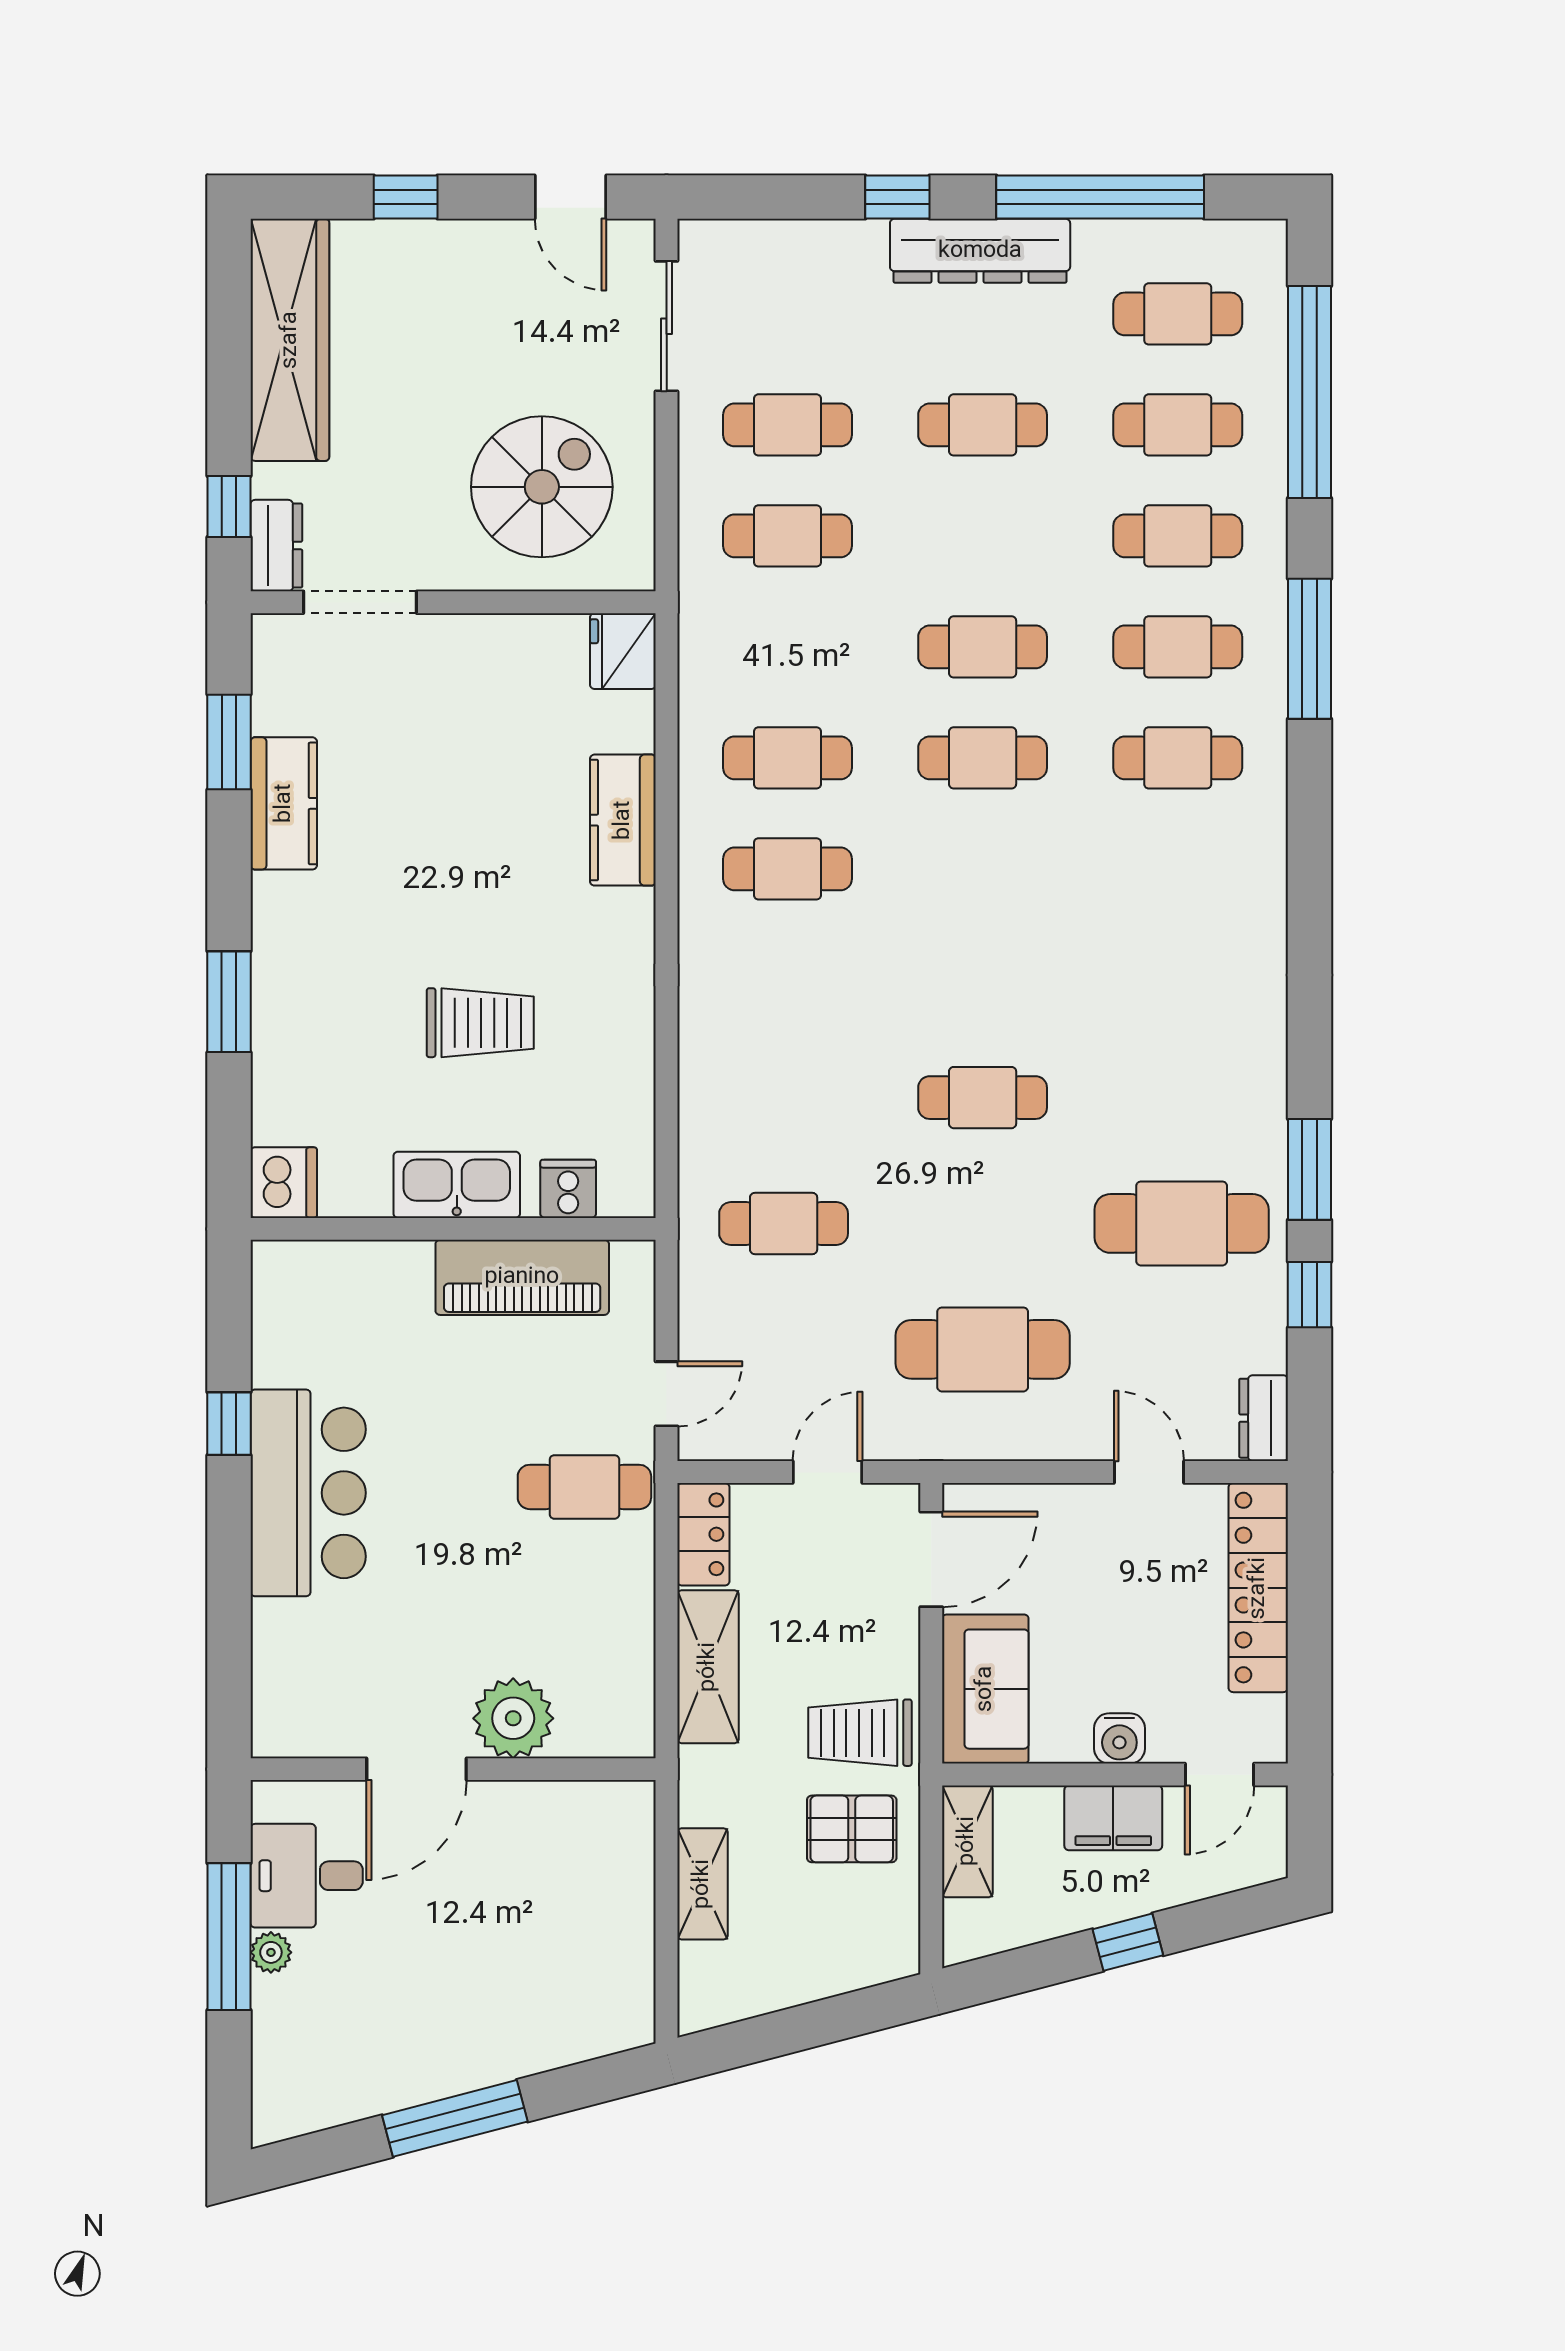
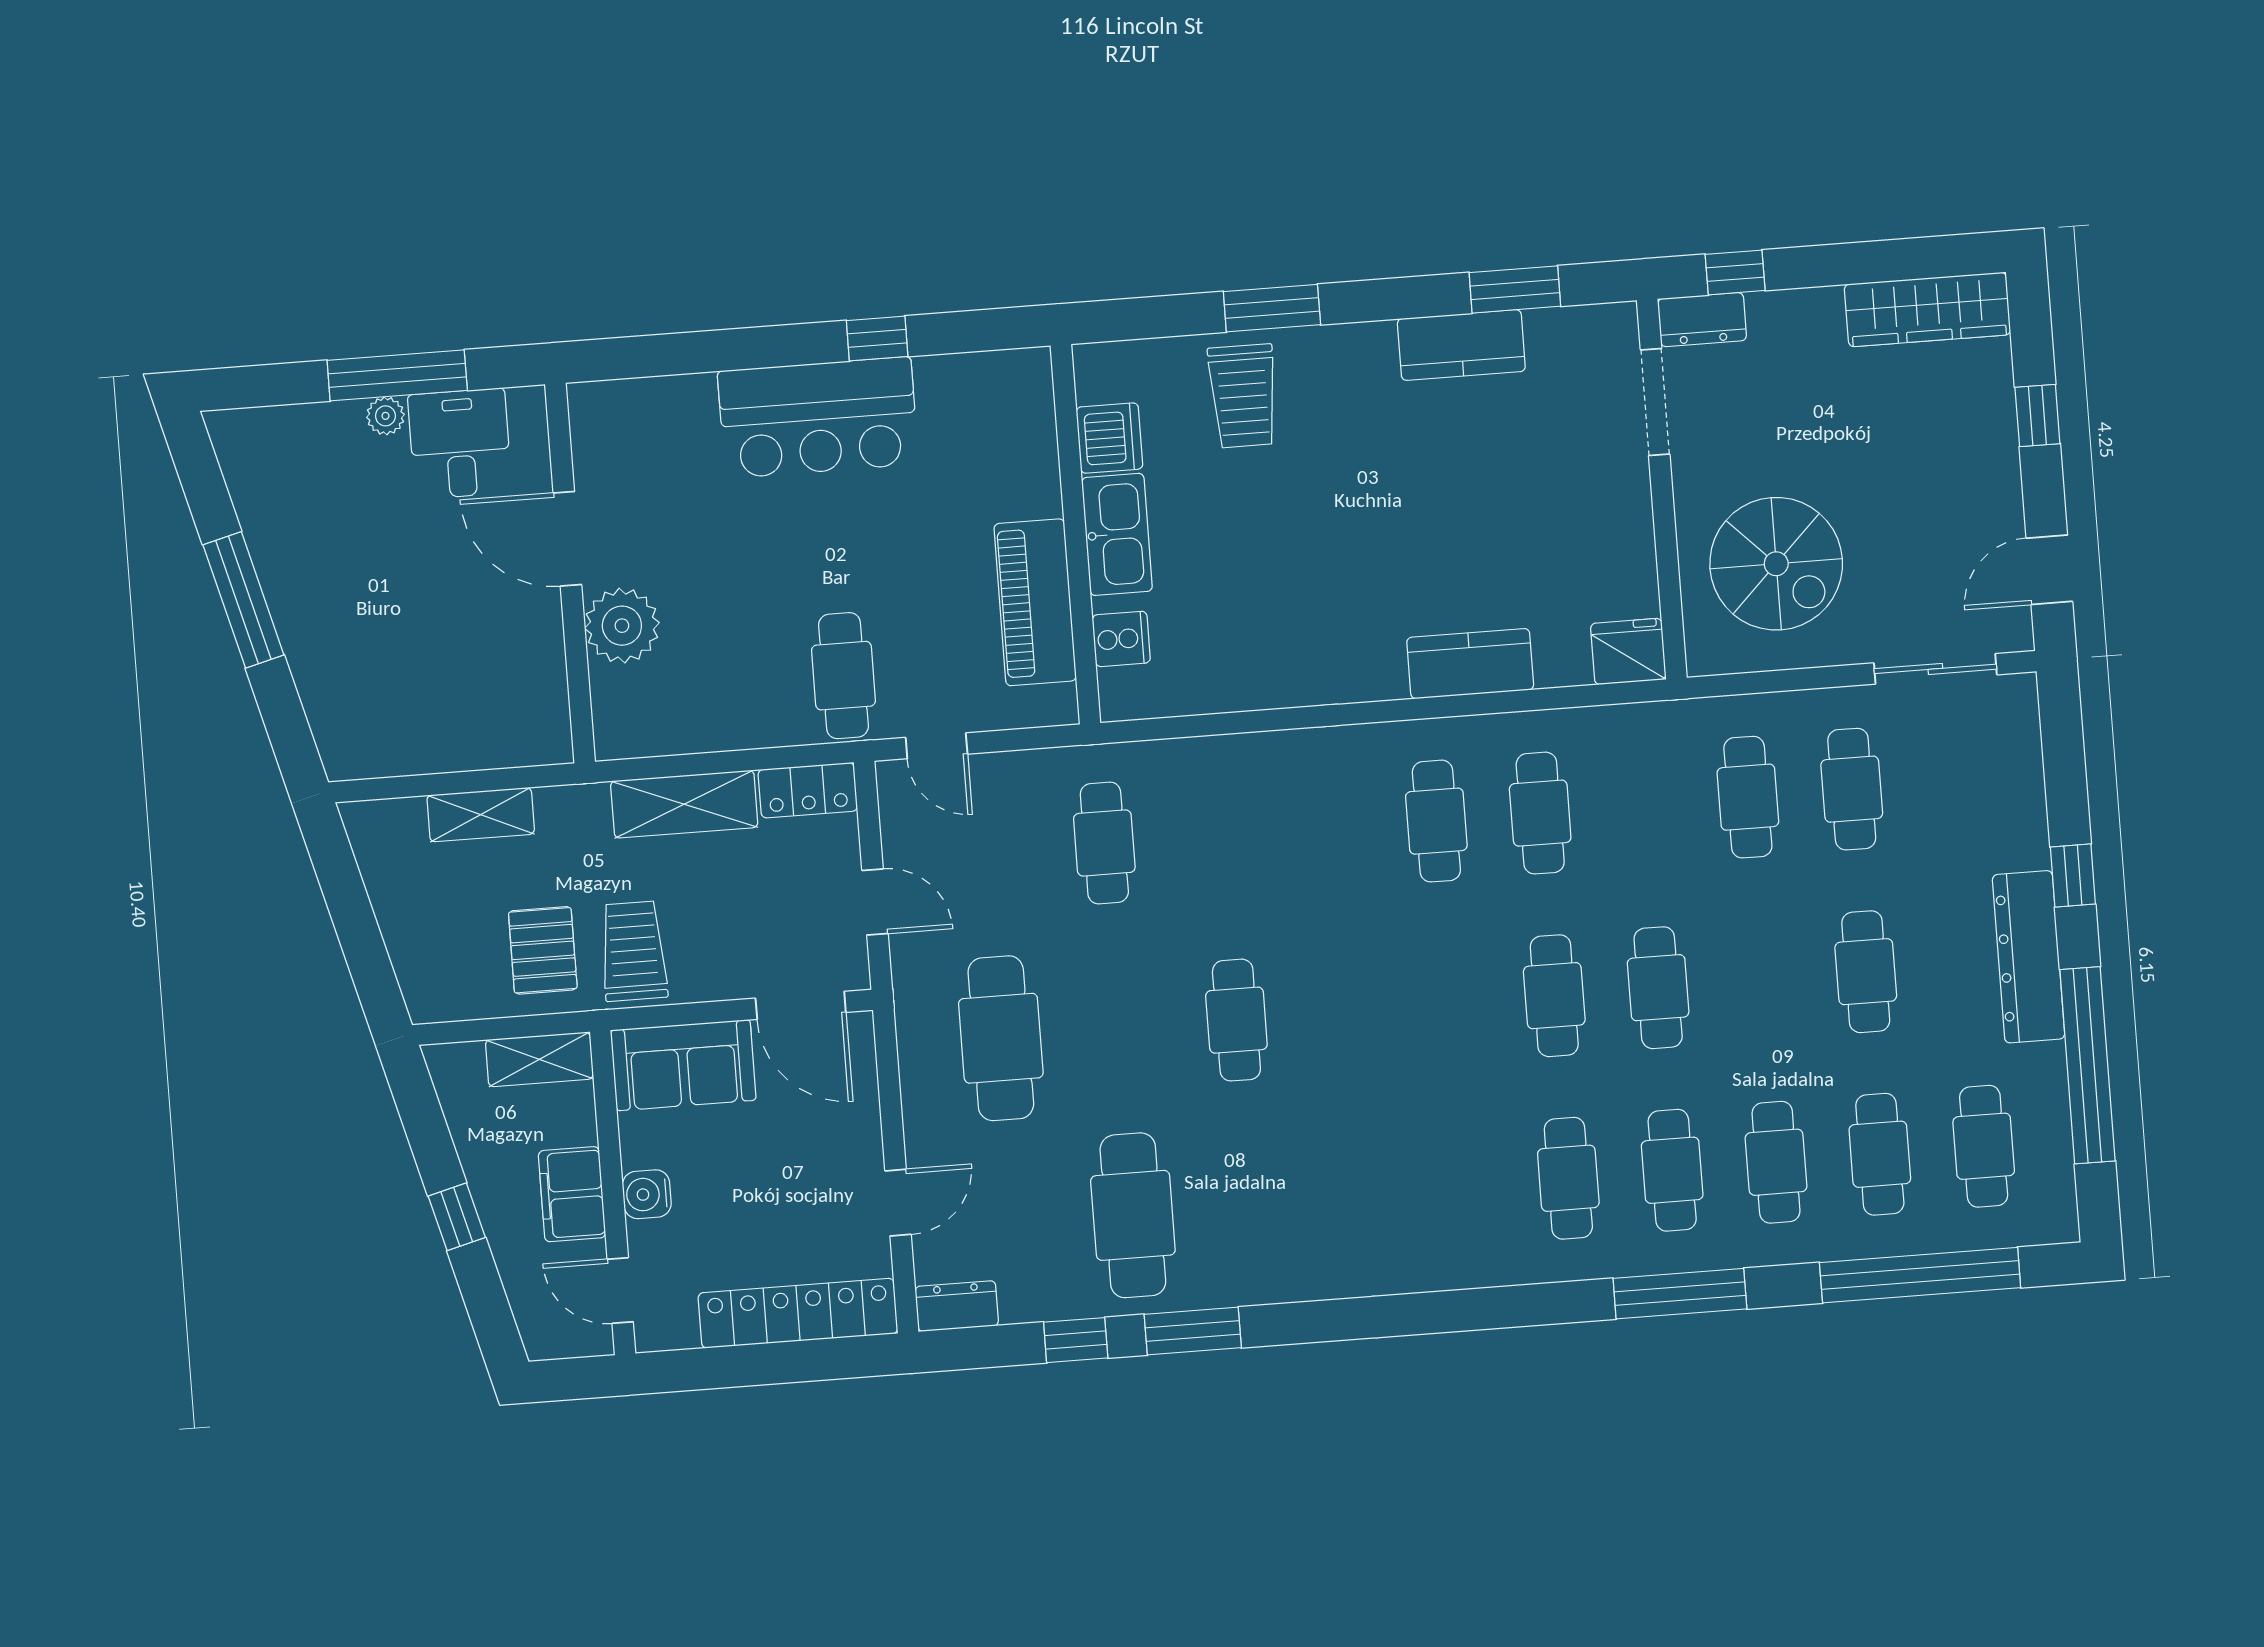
wardrobe: (290, 340) -> (1927, 310), width x0.71, depth x0.85
trolley: (480, 1023) -> (1243, 396), moved
dishwasher: (284, 1183) -> (1109, 438), moved, turned -90

